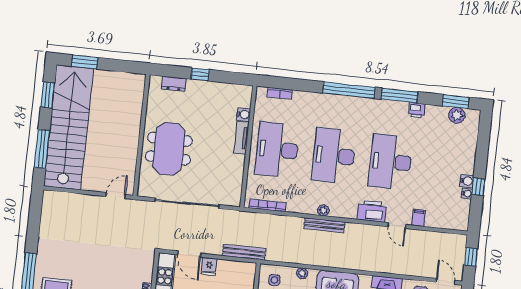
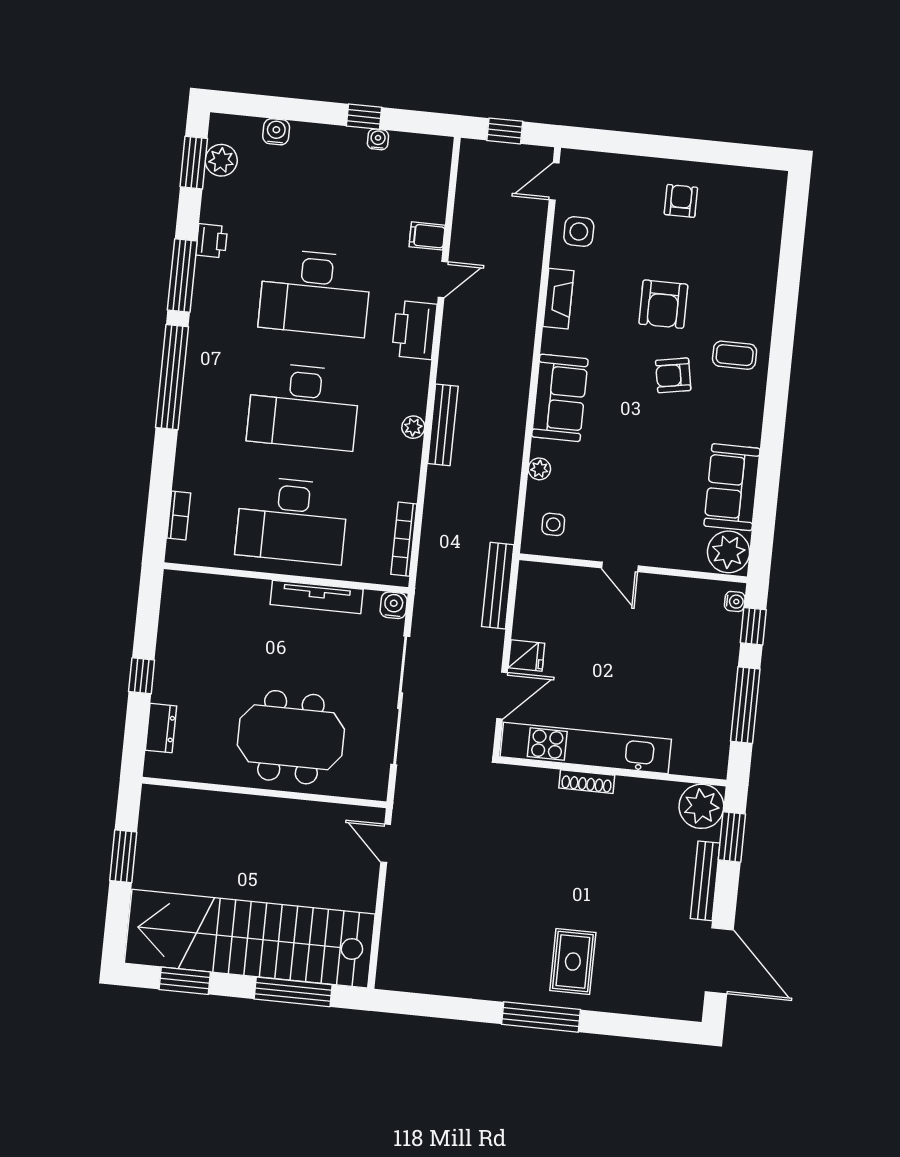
window: (85, 62) -> (123, 856), moved
water cooler: (244, 114) -> (394, 605), moved
tv unit: (241, 138) -> (317, 597), moved, width x1.41
water cooler: (467, 181) -> (276, 132), moved

